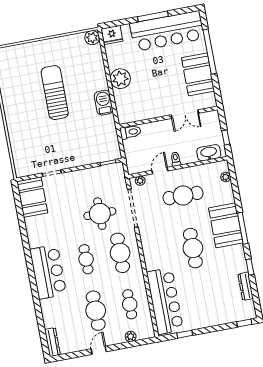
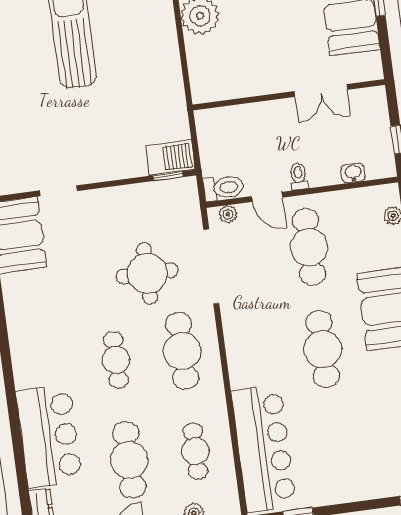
barbecue: (104, 103) -> (170, 158), moved, turned 90
toilet: (130, 132) -> (223, 188), moved
washbasin: (209, 153) -> (353, 173), width x0.52, depth x0.69
door: (160, 171) -> (267, 197), swing flipped
cafe table: (183, 196) -> (309, 247), turned 90
bar counter: (48, 272) -> (49, 436), moved

